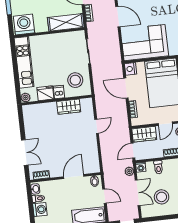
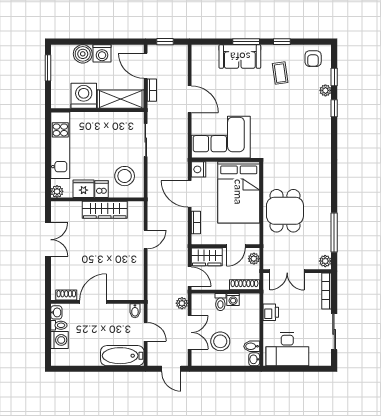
washing machine: (24, 25) -> (84, 96), moved
wardrobe: (69, 107) -> (105, 210), width x1.50
door: (133, 151) -> (190, 277), swing flipped
double door: (25, 153) -> (48, 240), moved
washing machine: (141, 167) -> (233, 299), moved
door: (74, 176) -> (93, 302), moved

